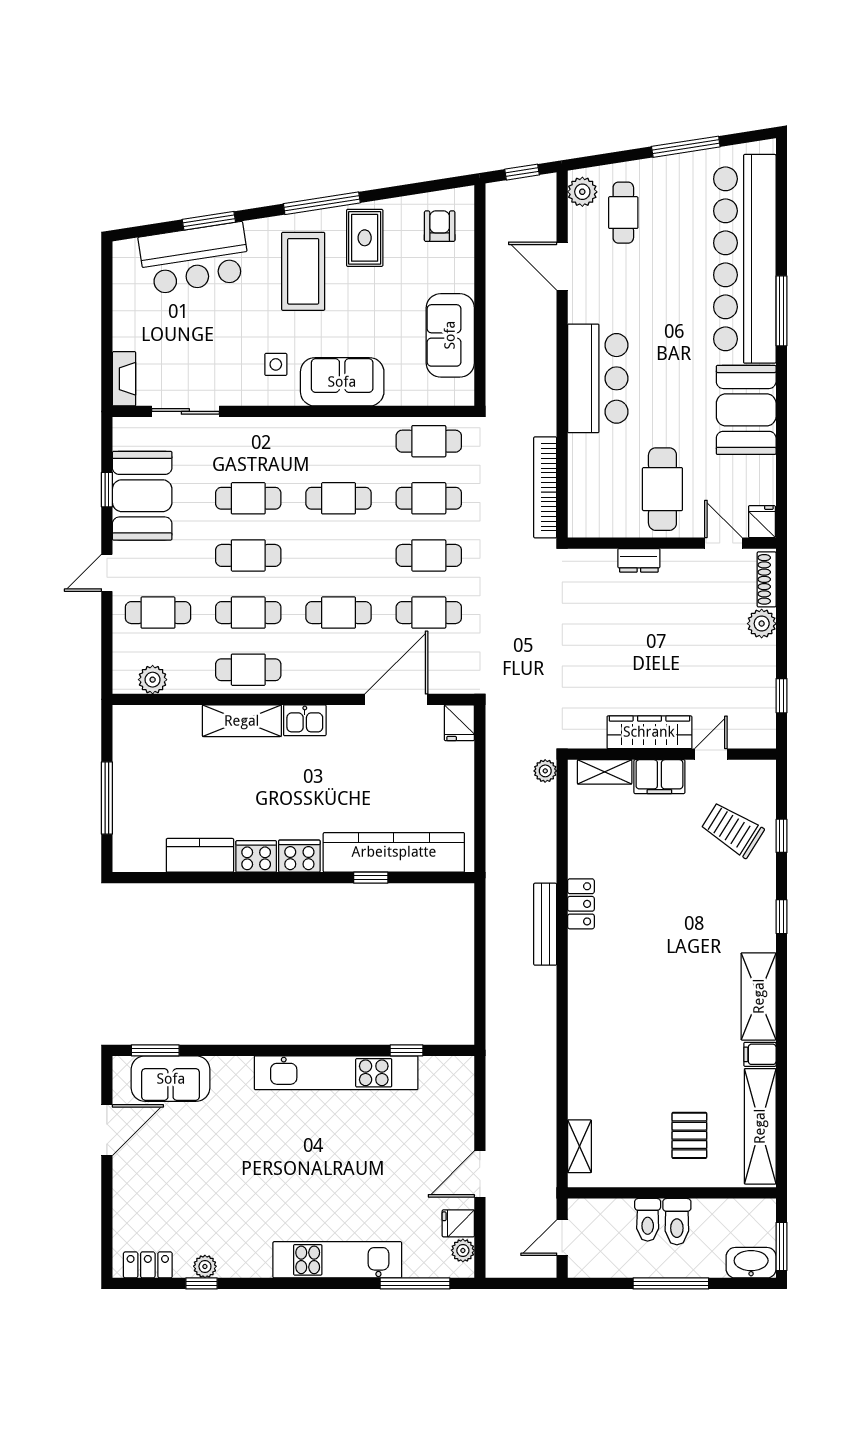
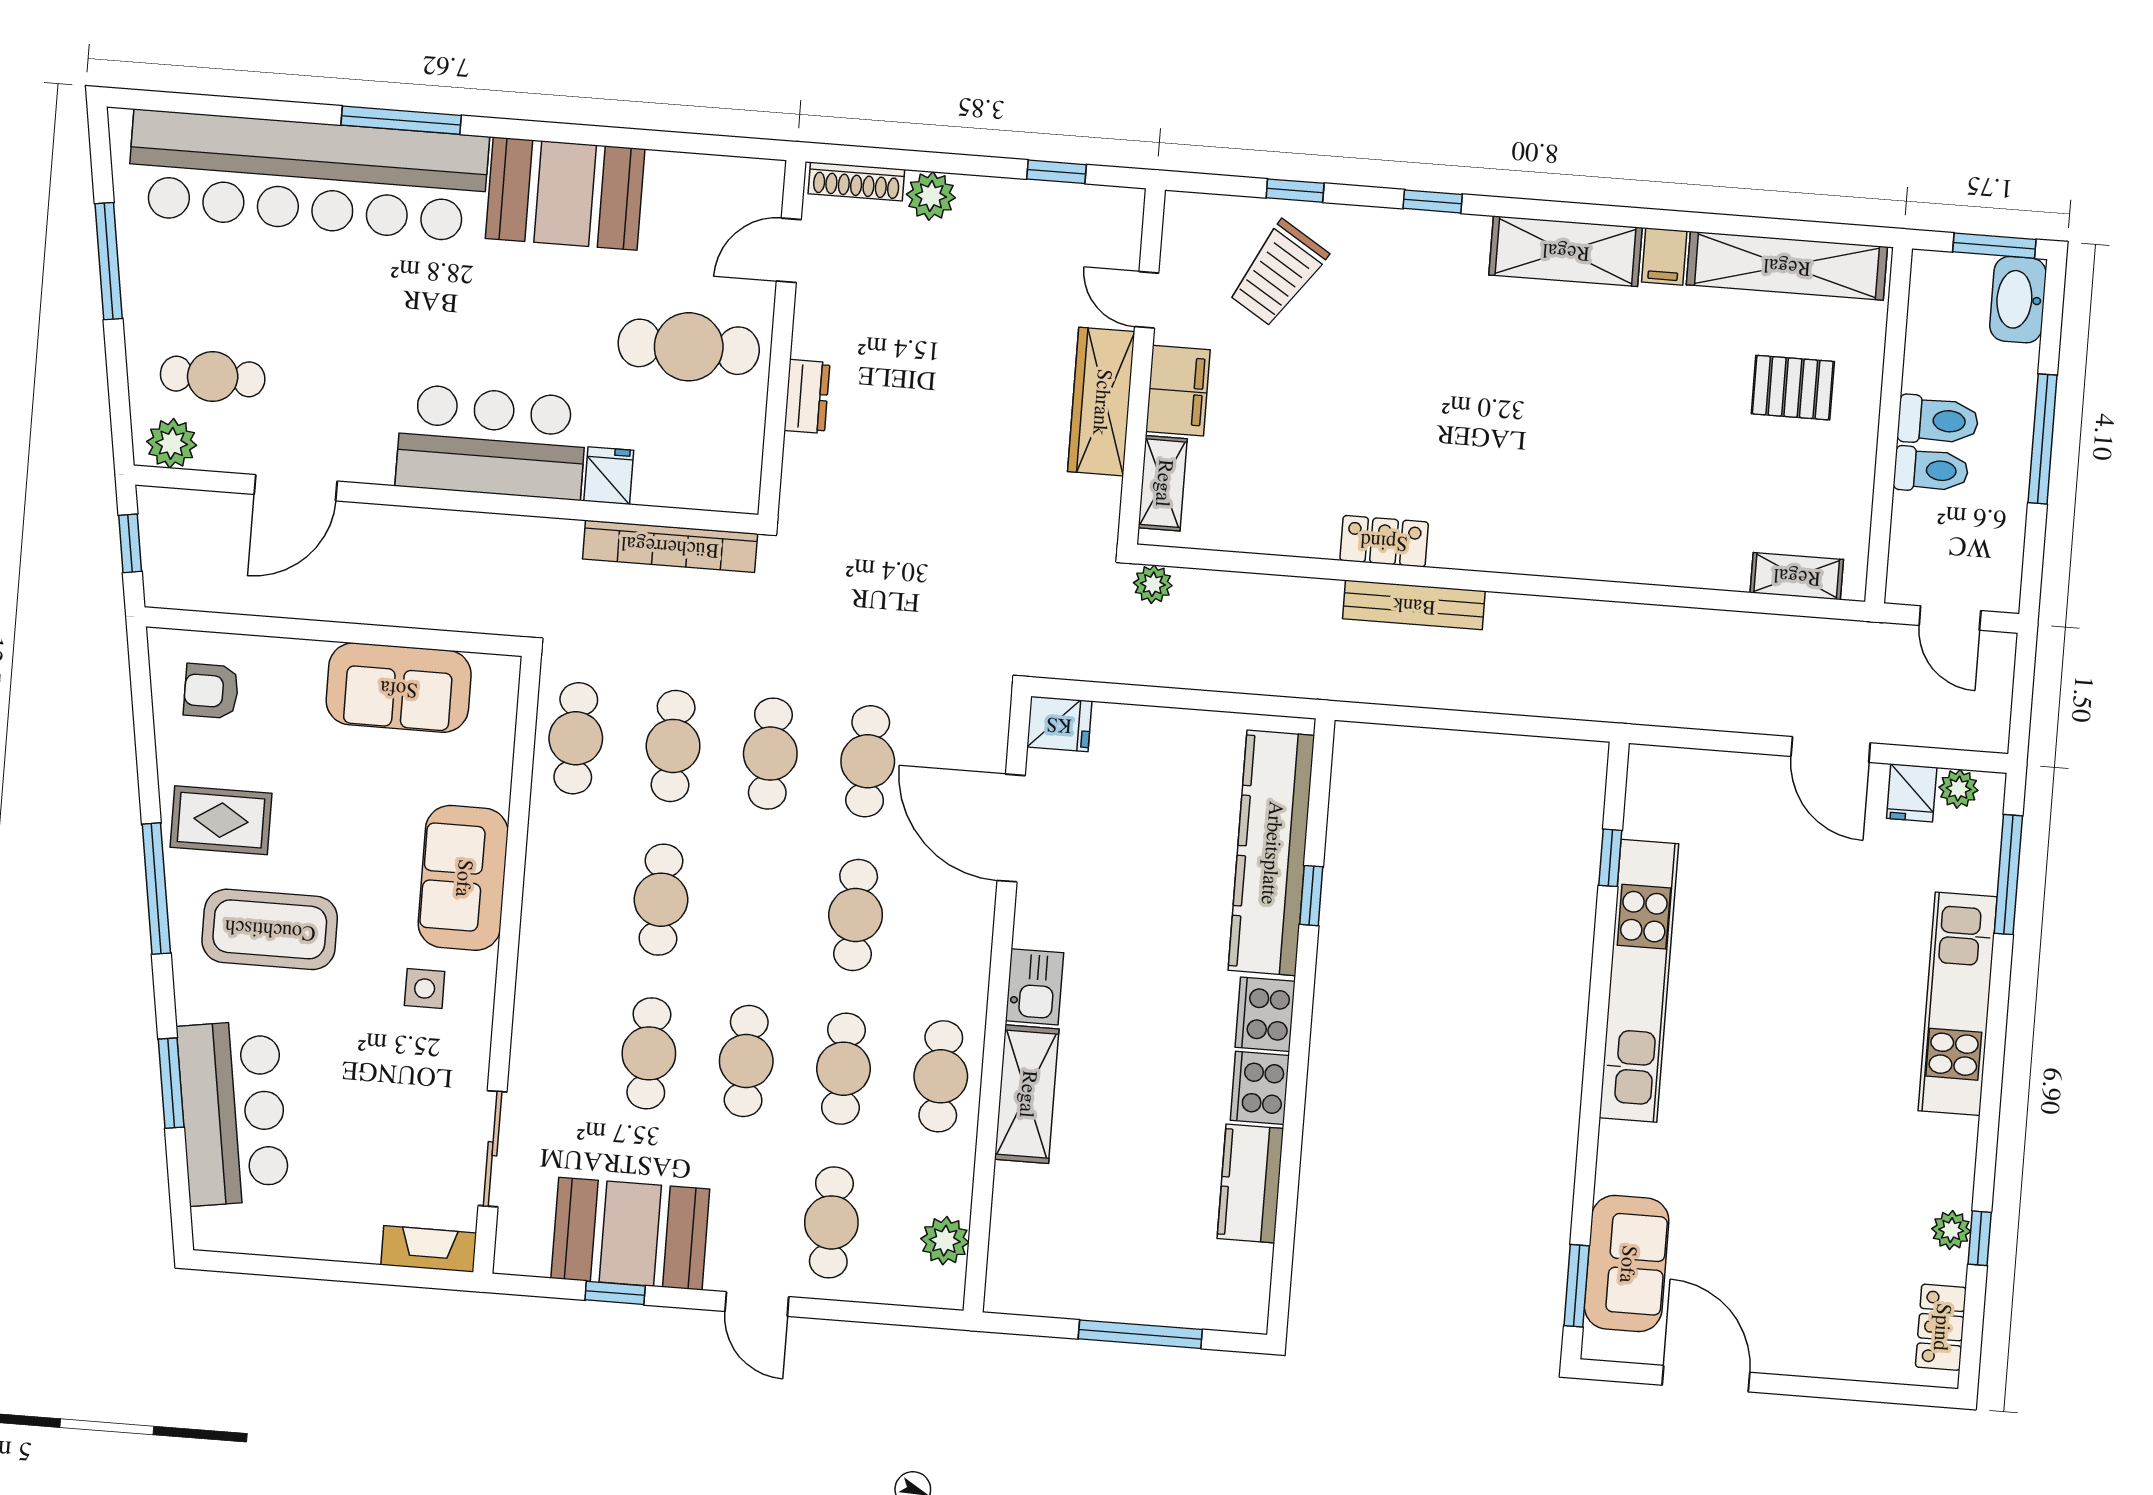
fridge: (762, 522) -> (609, 476), moved, turned 90

